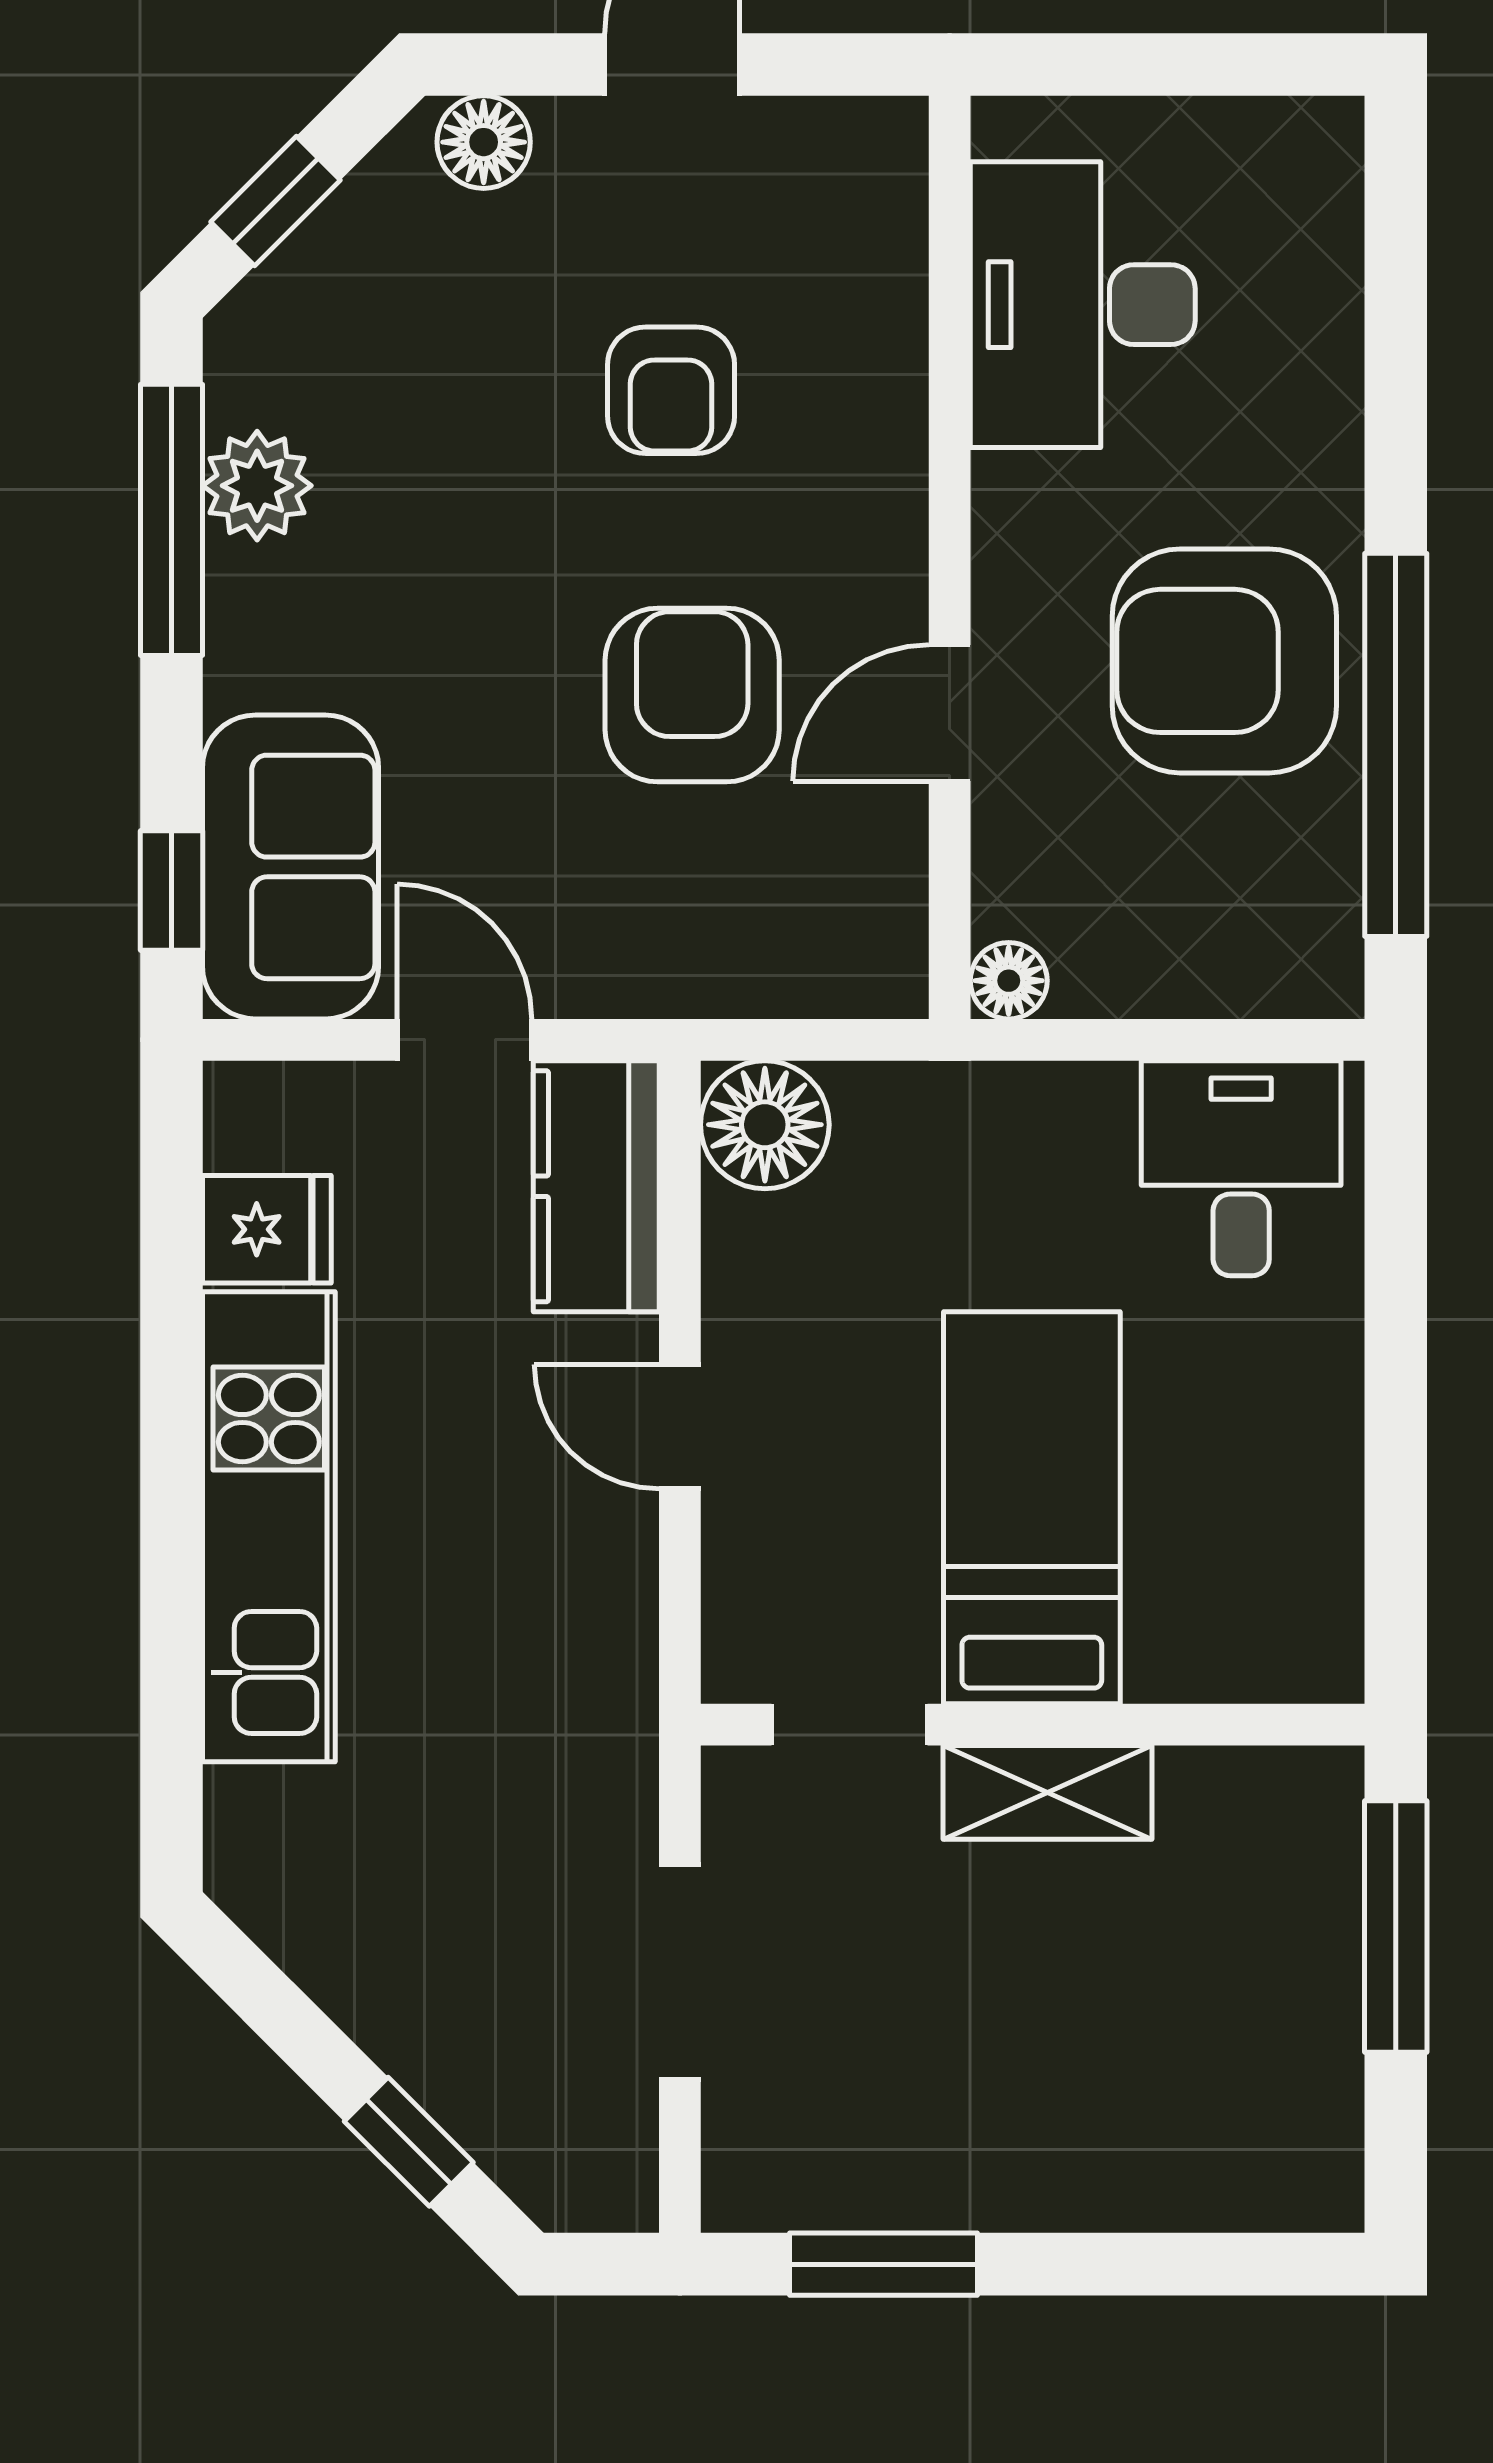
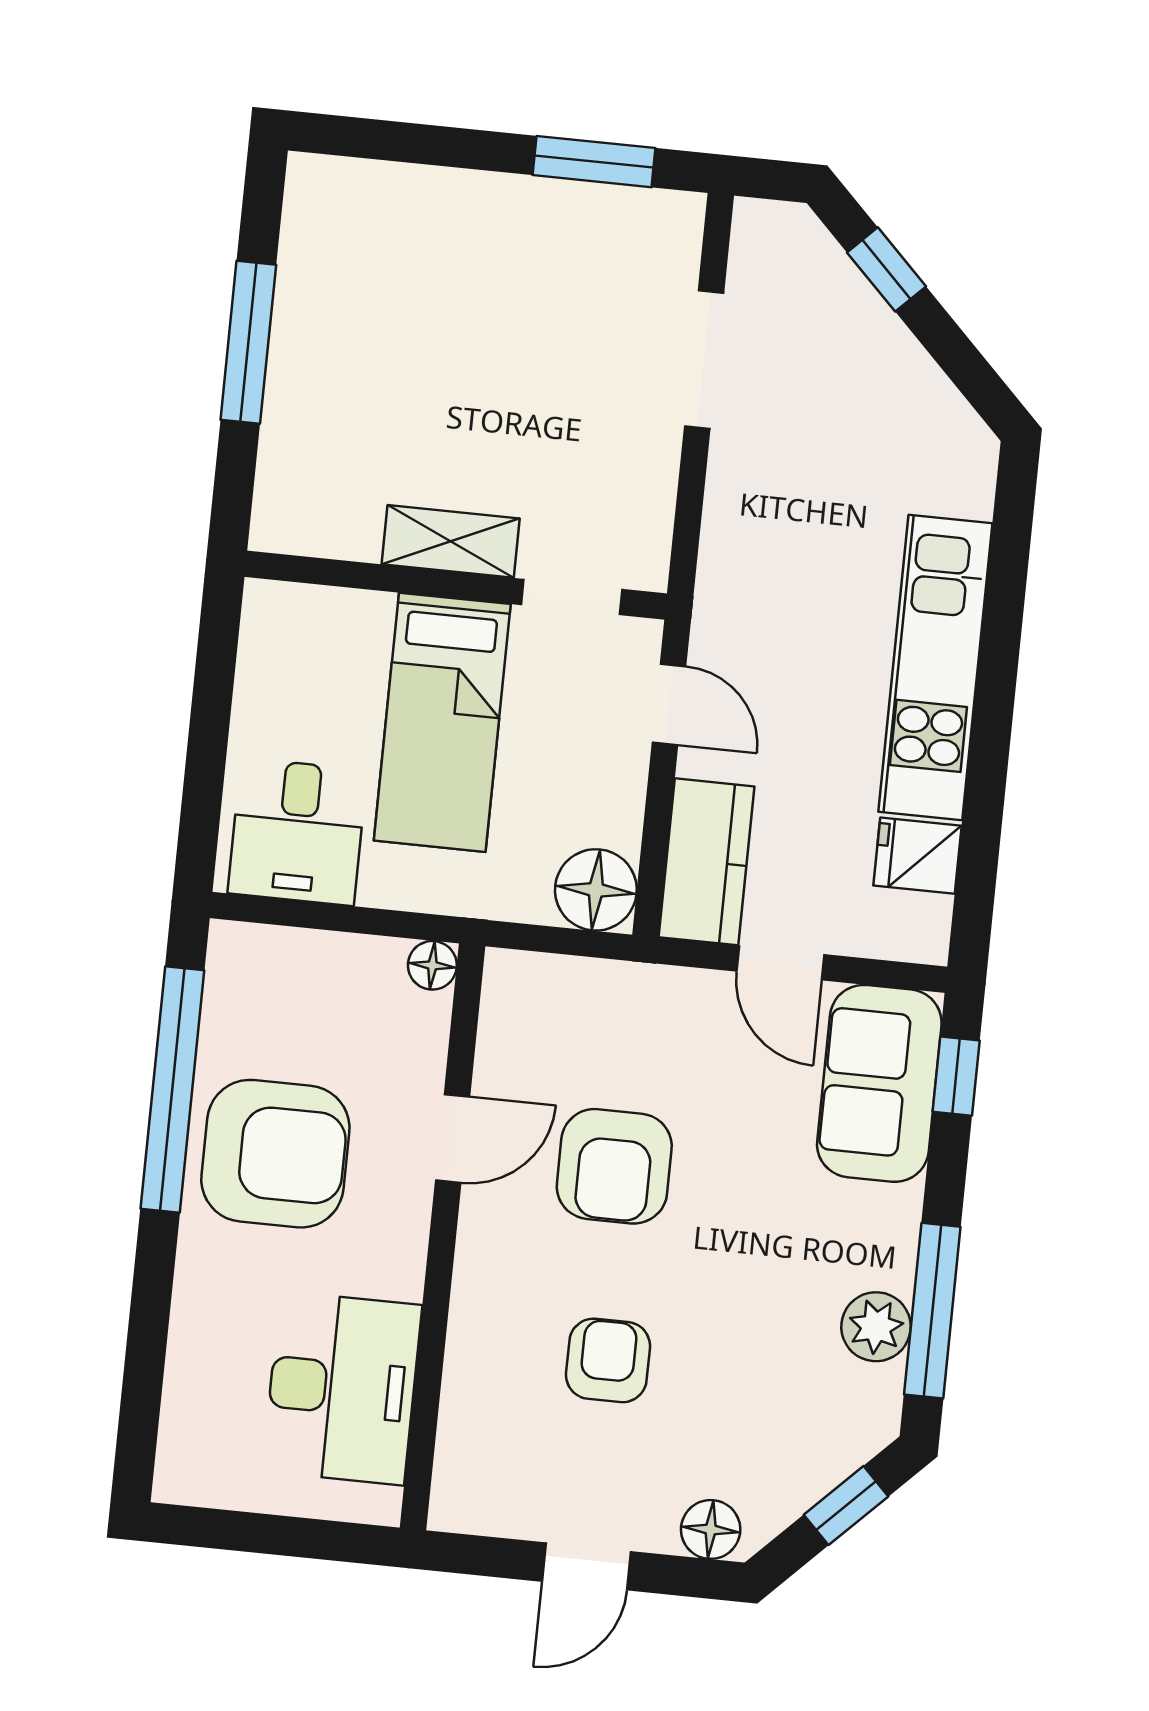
bed: (1032, 1508) -> (442, 722), moved
doorway: (850, 1725) -> (572, 597), moved
wall: (1033, 1725) -> (456, 585), moved
shelving: (1047, 1792) -> (451, 541), moved

